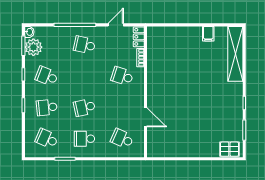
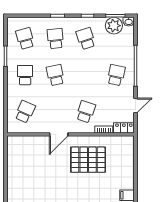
door: (116, 25) -> (136, 105), hinge flipped
pallet: (172, 74) -> (88, 160), added
school desk: (47, 76) -> (86, 39), turned -39
door: (146, 117) -> (59, 134), moved
school desk: (47, 139) -> (25, 39), turned -39

